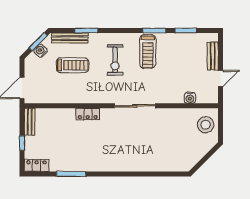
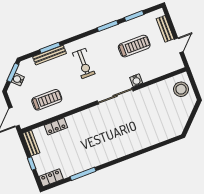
bench: (70, 38) -> (50, 55), moved
treadmill: (148, 51) -> (134, 46), moved, turned -90
treadmill: (73, 65) -> (47, 100), moved
water cooler: (190, 98) -> (136, 80), moved
locker: (88, 114) -> (56, 126), moved

